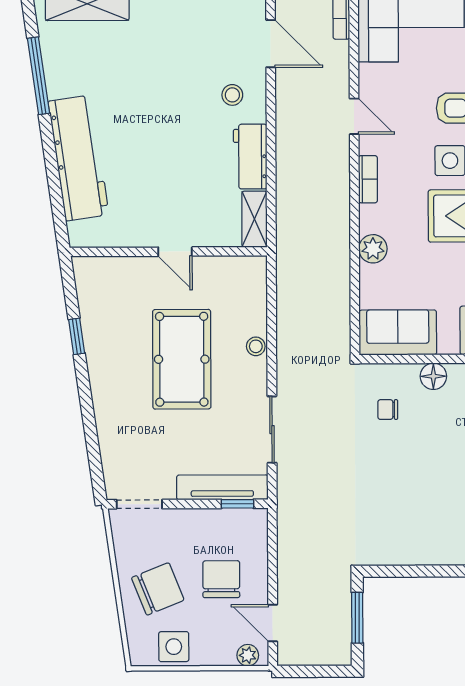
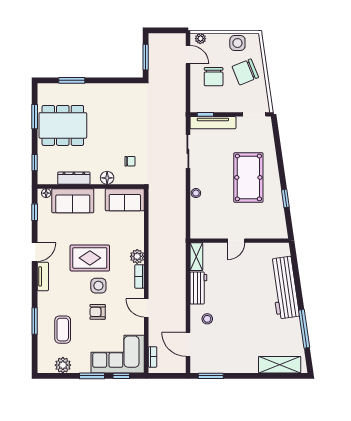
plant: (373, 249) -> (137, 256), moved
door: (175, 252) -> (236, 241), swing flipped
pool table: (182, 359) -> (248, 177), moved

